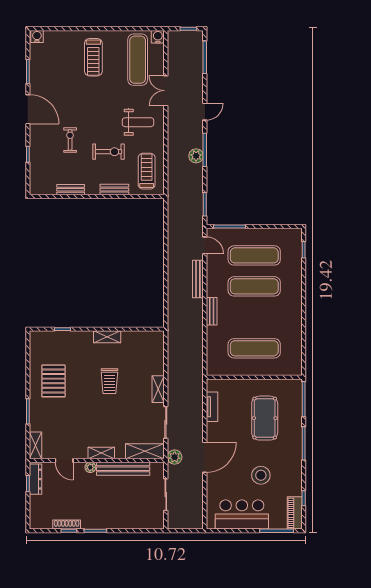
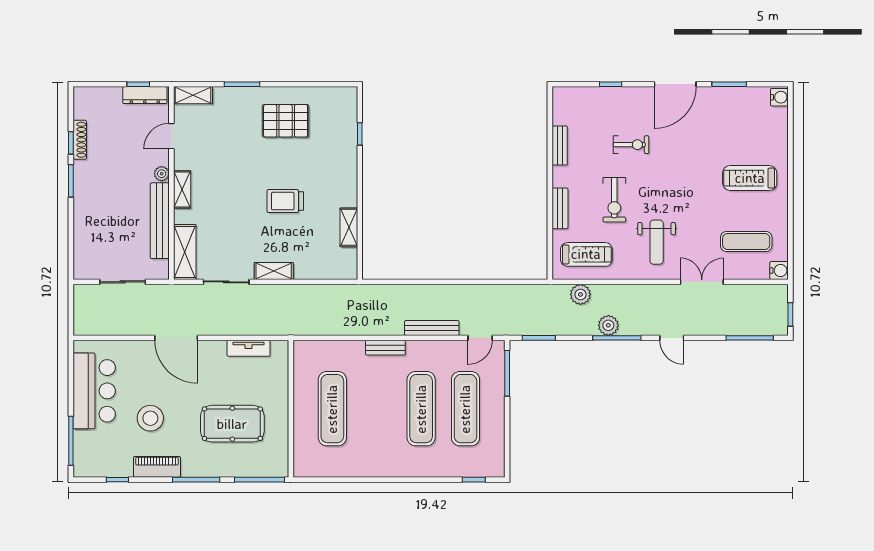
exercise mat: (138, 60) -> (746, 242), width x0.73, depth x0.69
shelving: (107, 337) -> (349, 227), moved
plant: (175, 457) -> (580, 294), moved
piano: (295, 513) -> (157, 467), moved

